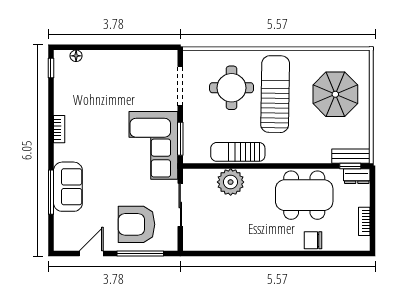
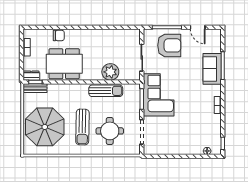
sun lounger: (275, 94) -> (82, 127), width x0.73, depth x0.75
parasol: (335, 94) -> (45, 127), width x1.36, depth x1.36
door: (91, 253) -> (198, 27), hinge flipped

